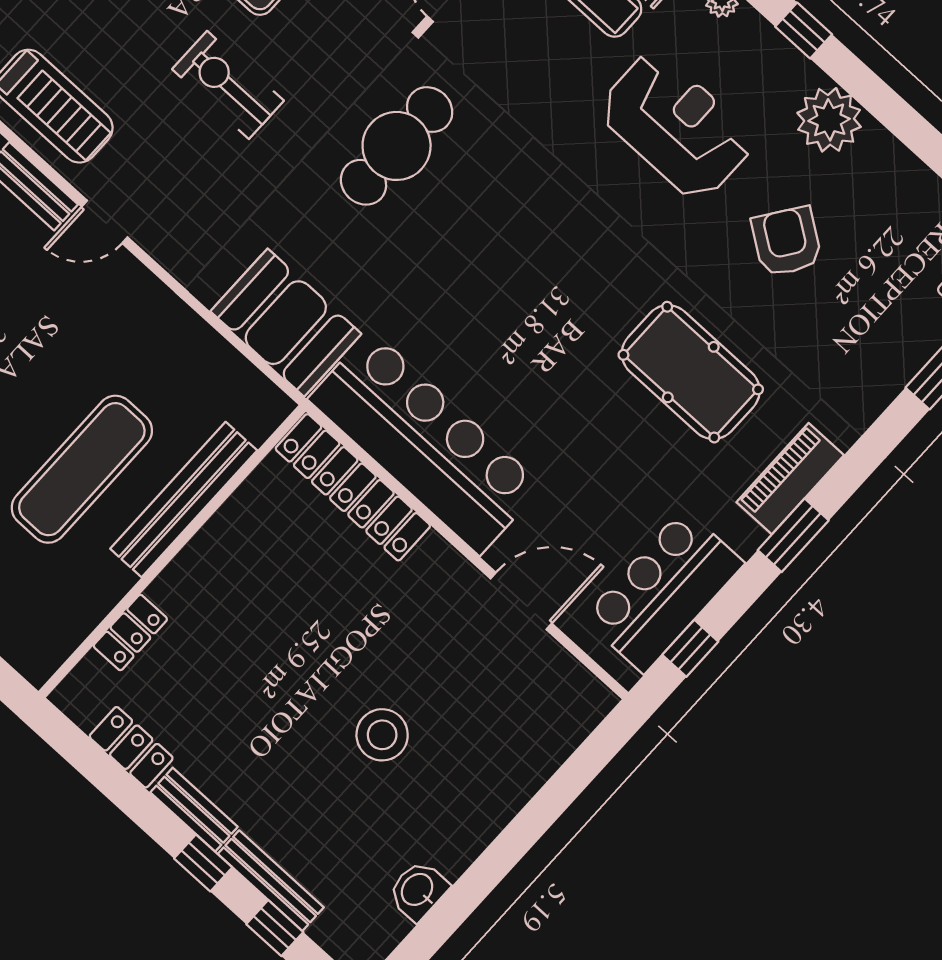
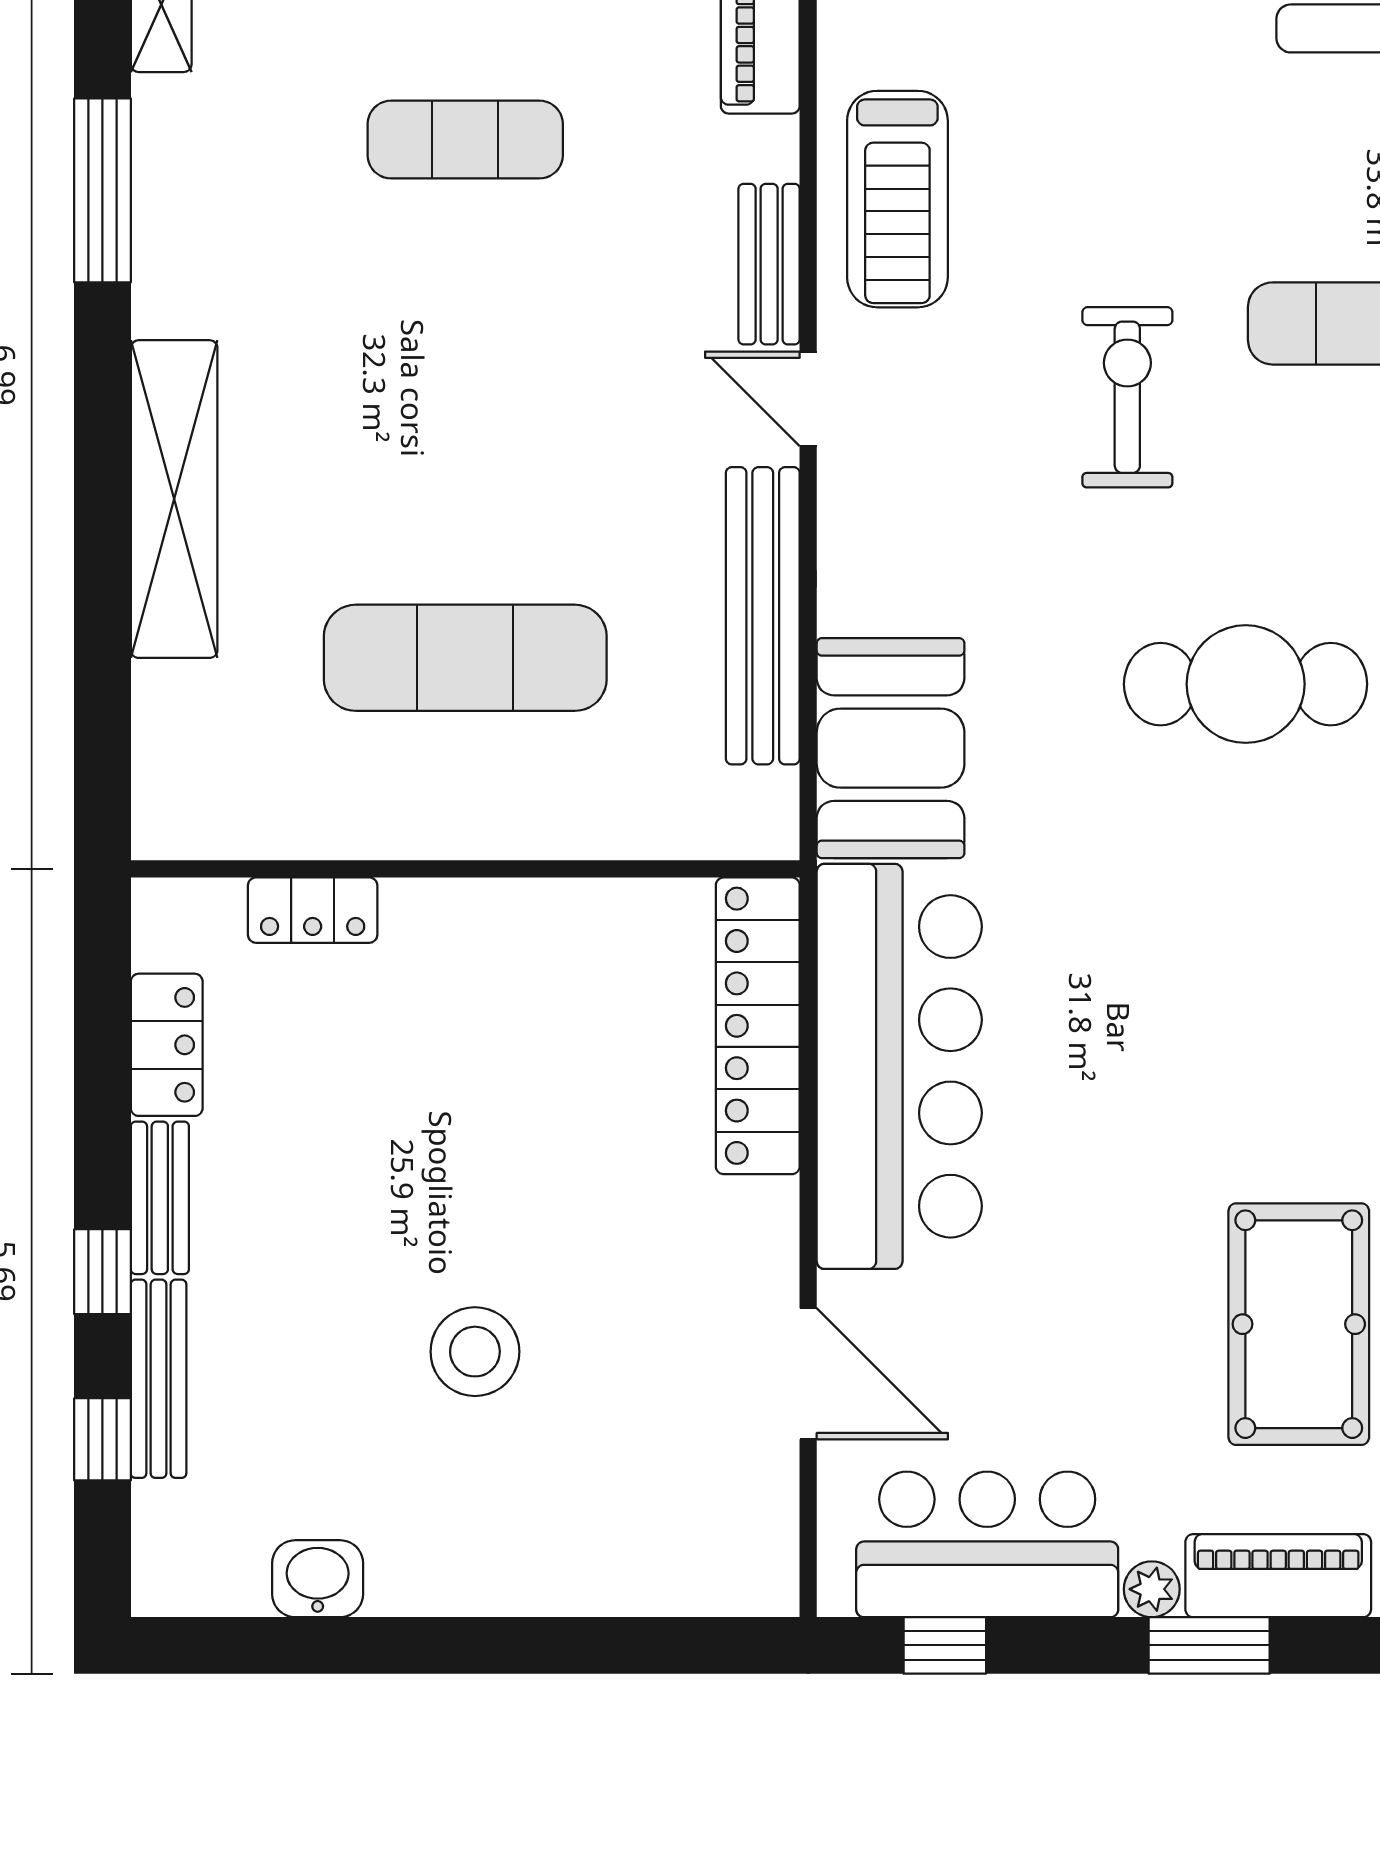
bench: (184, 500) -> (763, 616), moved, turned 90
plant: (747, 538) -> (1152, 1589), added

